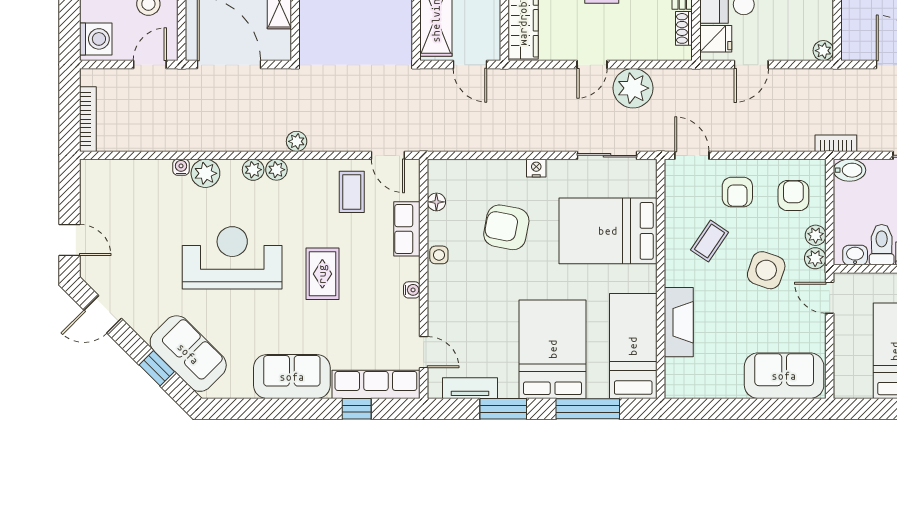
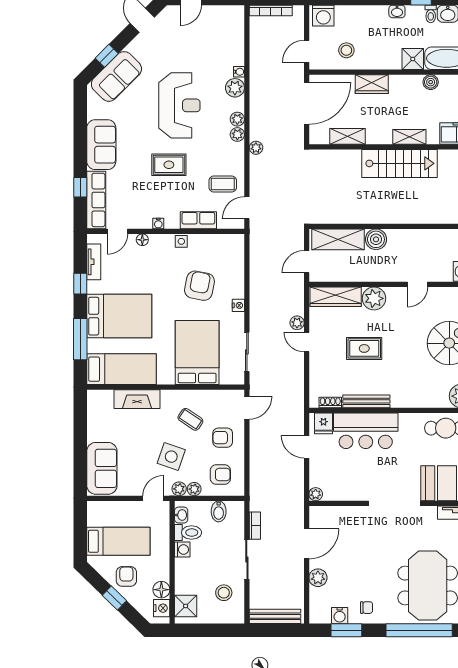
door: (150, 65) -> (307, 51), swing flipped
plant: (633, 88) -> (297, 323), moved, width x0.53, depth x0.53
bookcase: (836, 143) -> (255, 526), moved
bidet: (850, 170) -> (219, 511), moved
floor lamp: (436, 202) -> (142, 240), moved
window: (503, 409) -> (80, 284), width x0.67

